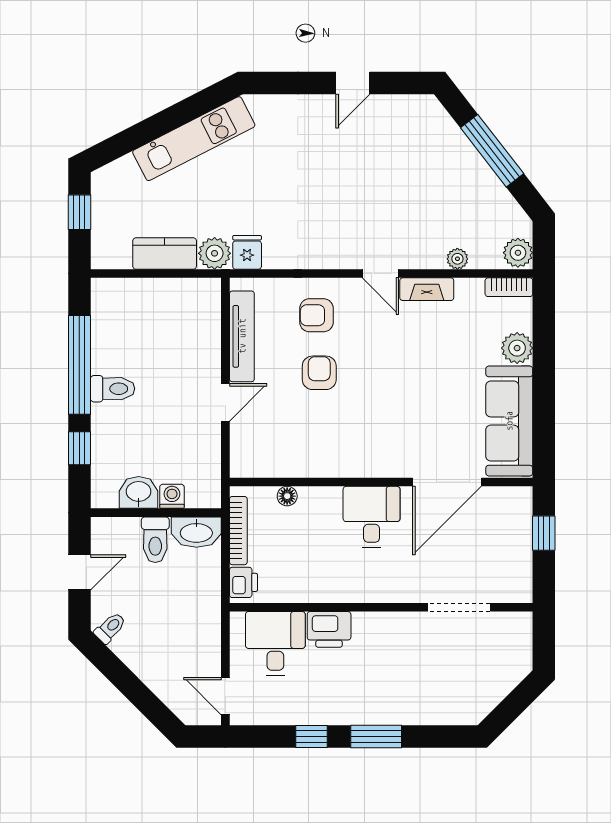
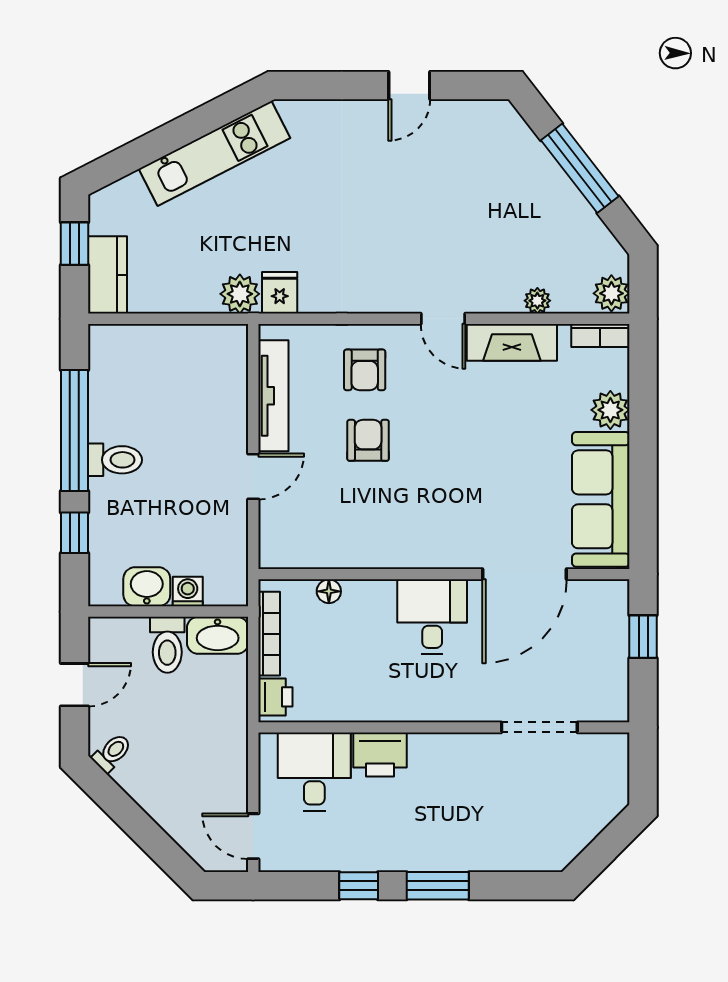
kitchen counter: (165, 254) -> (107, 275), moved, turned 90
fireplace: (427, 289) -> (512, 342), width x1.37, depth x1.32
armchair: (316, 315) -> (365, 370), turned -90

